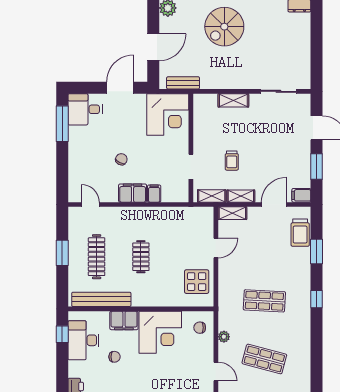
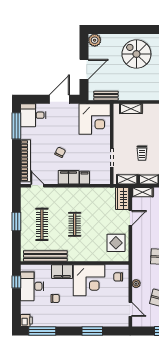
spiral stairs: (224, 27) -> (136, 54), turned 90
shelving: (233, 100) -> (131, 109), moved
bookcase: (75, 171) -> (26, 161), added
wardrobe: (205, 222) -> (122, 198), added

